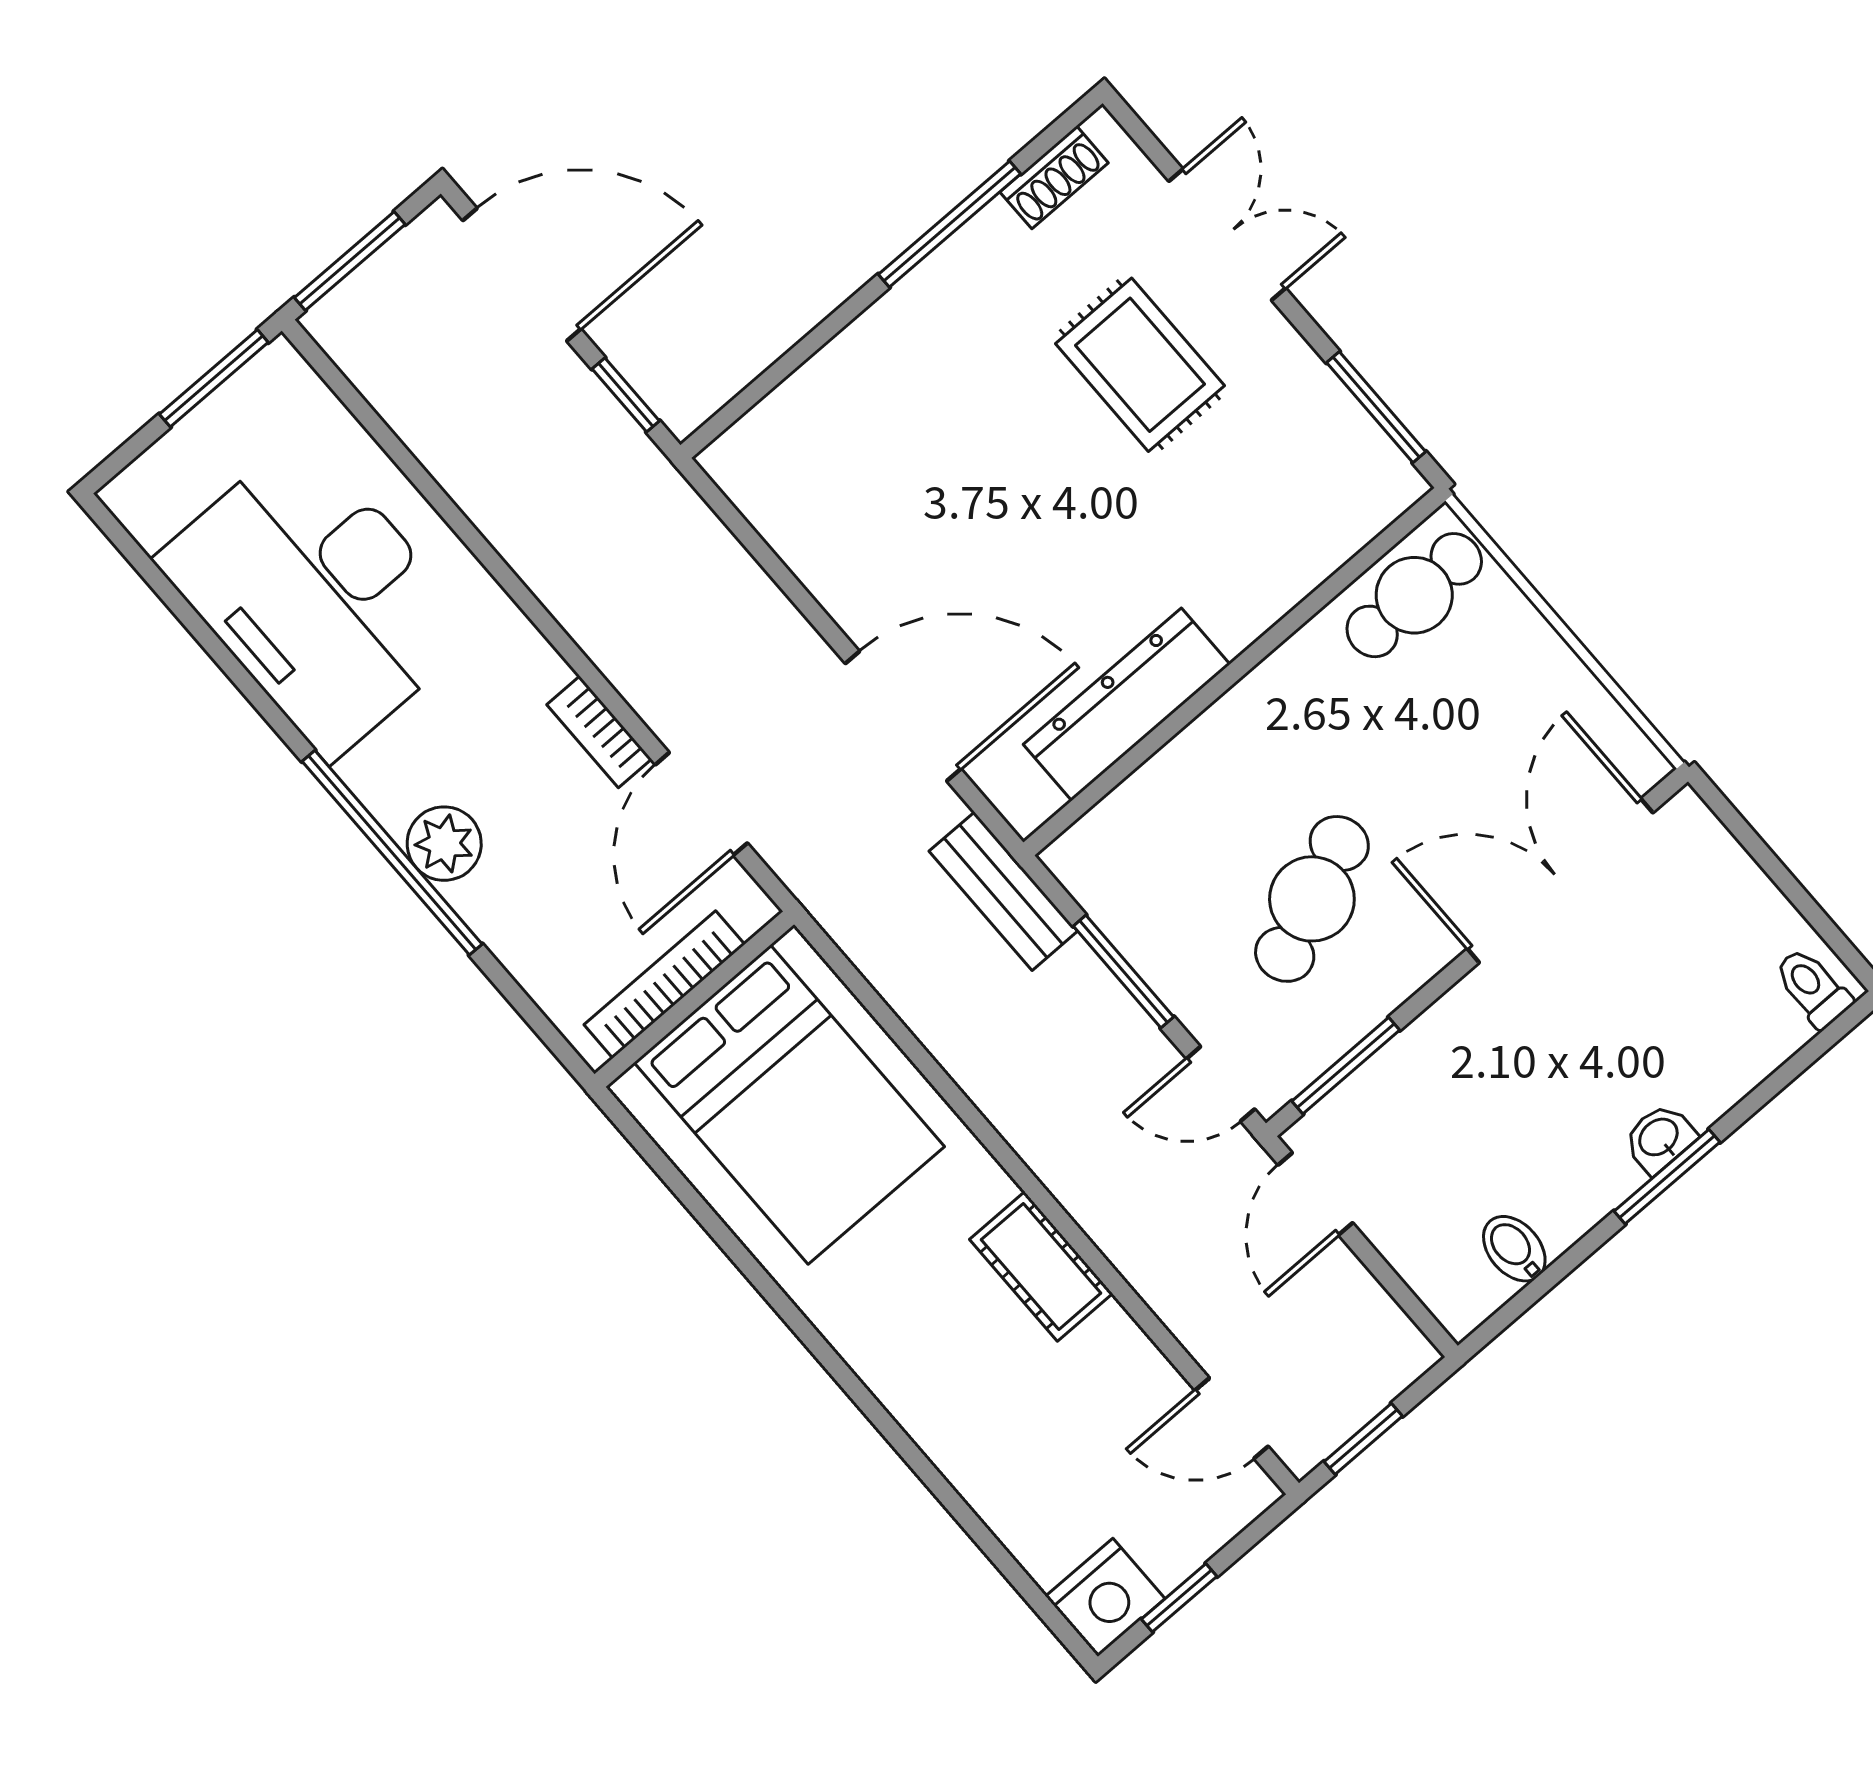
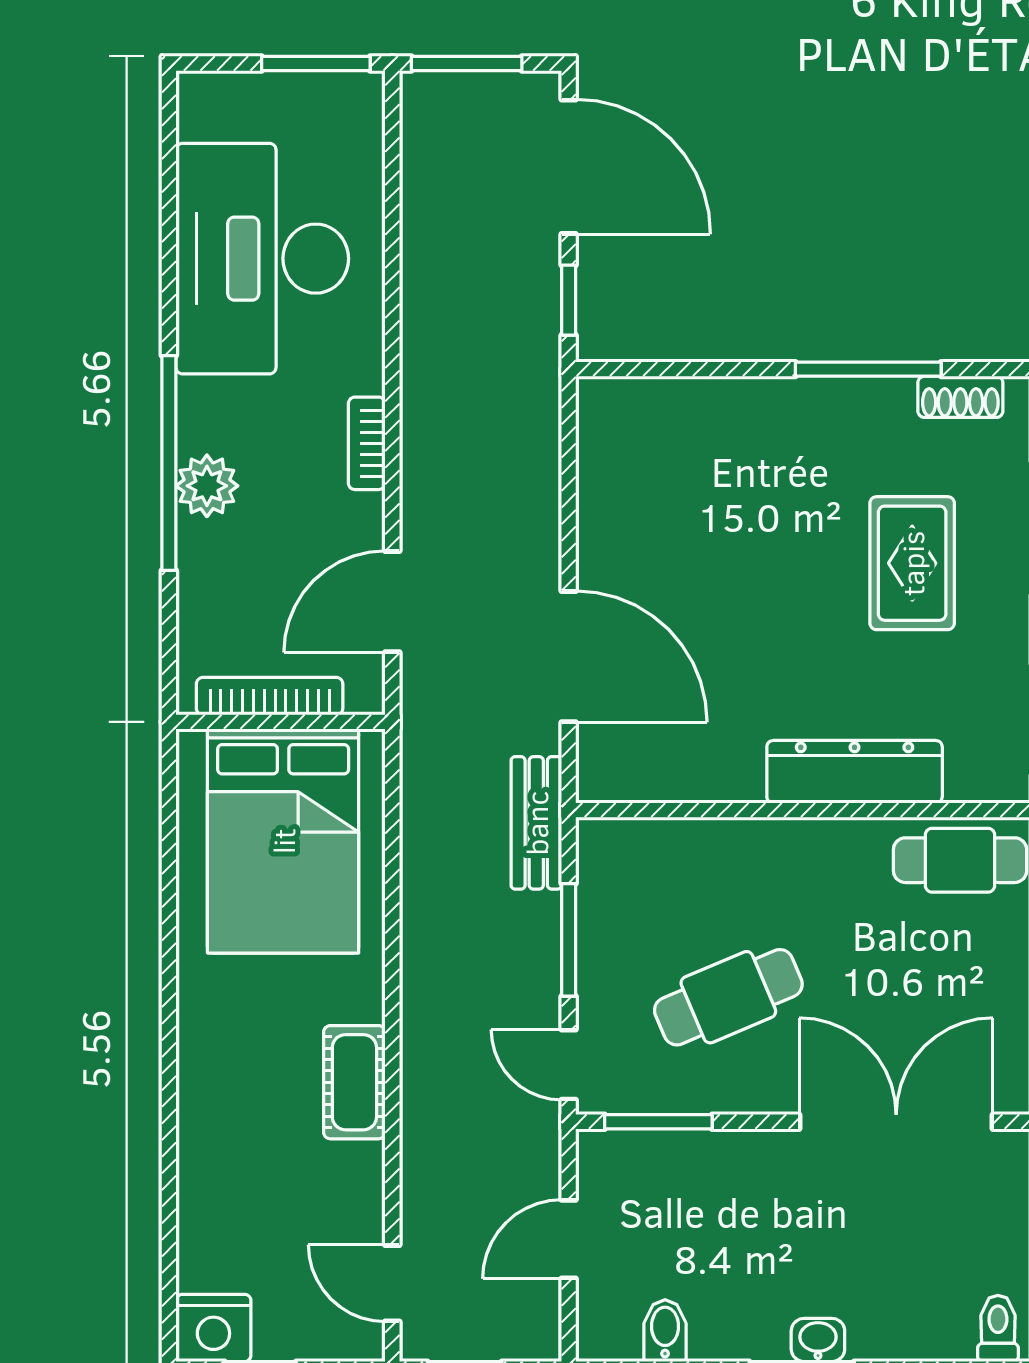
dresser: (1127, 704) -> (855, 772), moved
bookcase: (599, 732) -> (367, 443), moved
door: (1315, 1194) -> (569, 1239), moved

